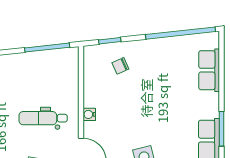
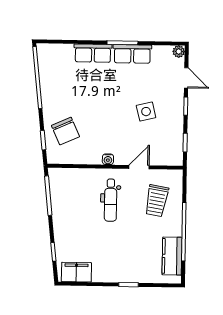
chair: (120, 66) -> (65, 131), width x1.87, depth x1.87
row of seats: (209, 70) -> (93, 53), moved

